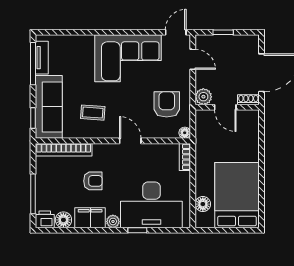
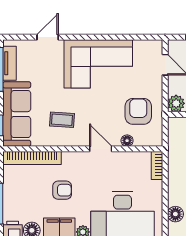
door: (176, 32) -> (48, 37), moved
floor lamp: (185, 133) -> (127, 141), moved

